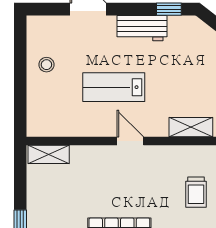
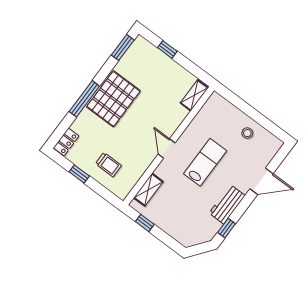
door: (130, 141) -> (167, 149), swing flipped
trolley: (196, 192) -> (108, 164), turned 180

